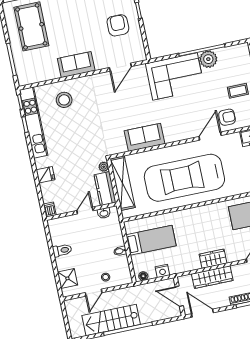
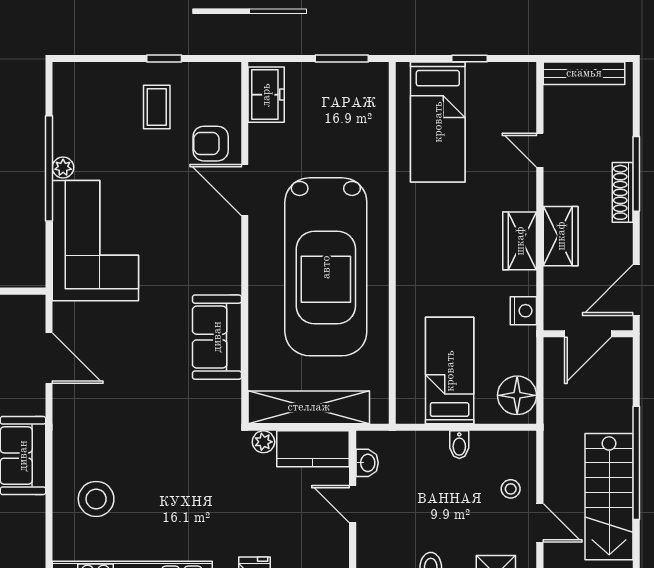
plant: (208, 59) -> (63, 168), width x0.53, depth x0.53
armchair: (227, 117) -> (211, 144), turned -90
nightstand: (162, 271) -> (523, 311), moved
floor lamp: (143, 276) -> (517, 395), width x1.89, depth x1.89
wardrobe: (212, 277) -> (561, 236), width x0.67

